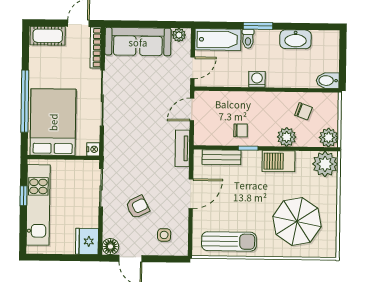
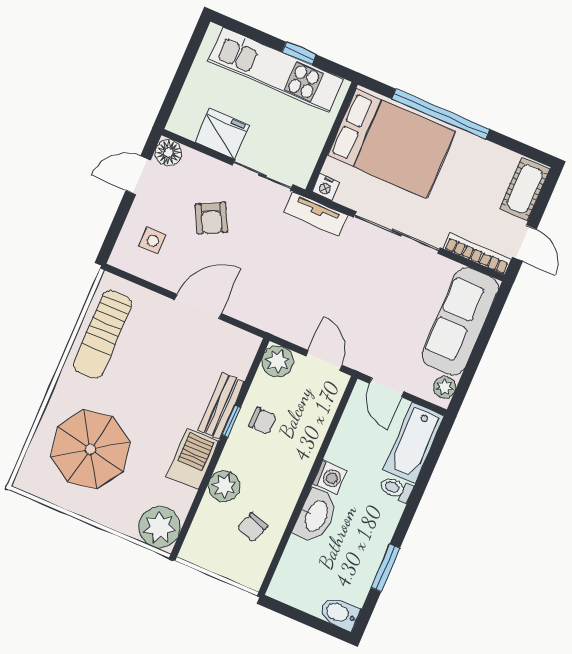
window: (258, 26) -> (385, 568), moved
washbasin: (295, 39) -> (316, 516), moved, turned 180
bidet: (328, 81) -> (340, 613), moved, turned -90
chair: (241, 130) -> (263, 421), turned -90
plant: (329, 138) -> (278, 361), moved
tv unit: (182, 148) -> (316, 214), moved, turned 180
bench: (222, 157) -> (221, 406), moved
door: (191, 194) -> (198, 307), swing flipped
fridge: (87, 241) -> (222, 134), moved

